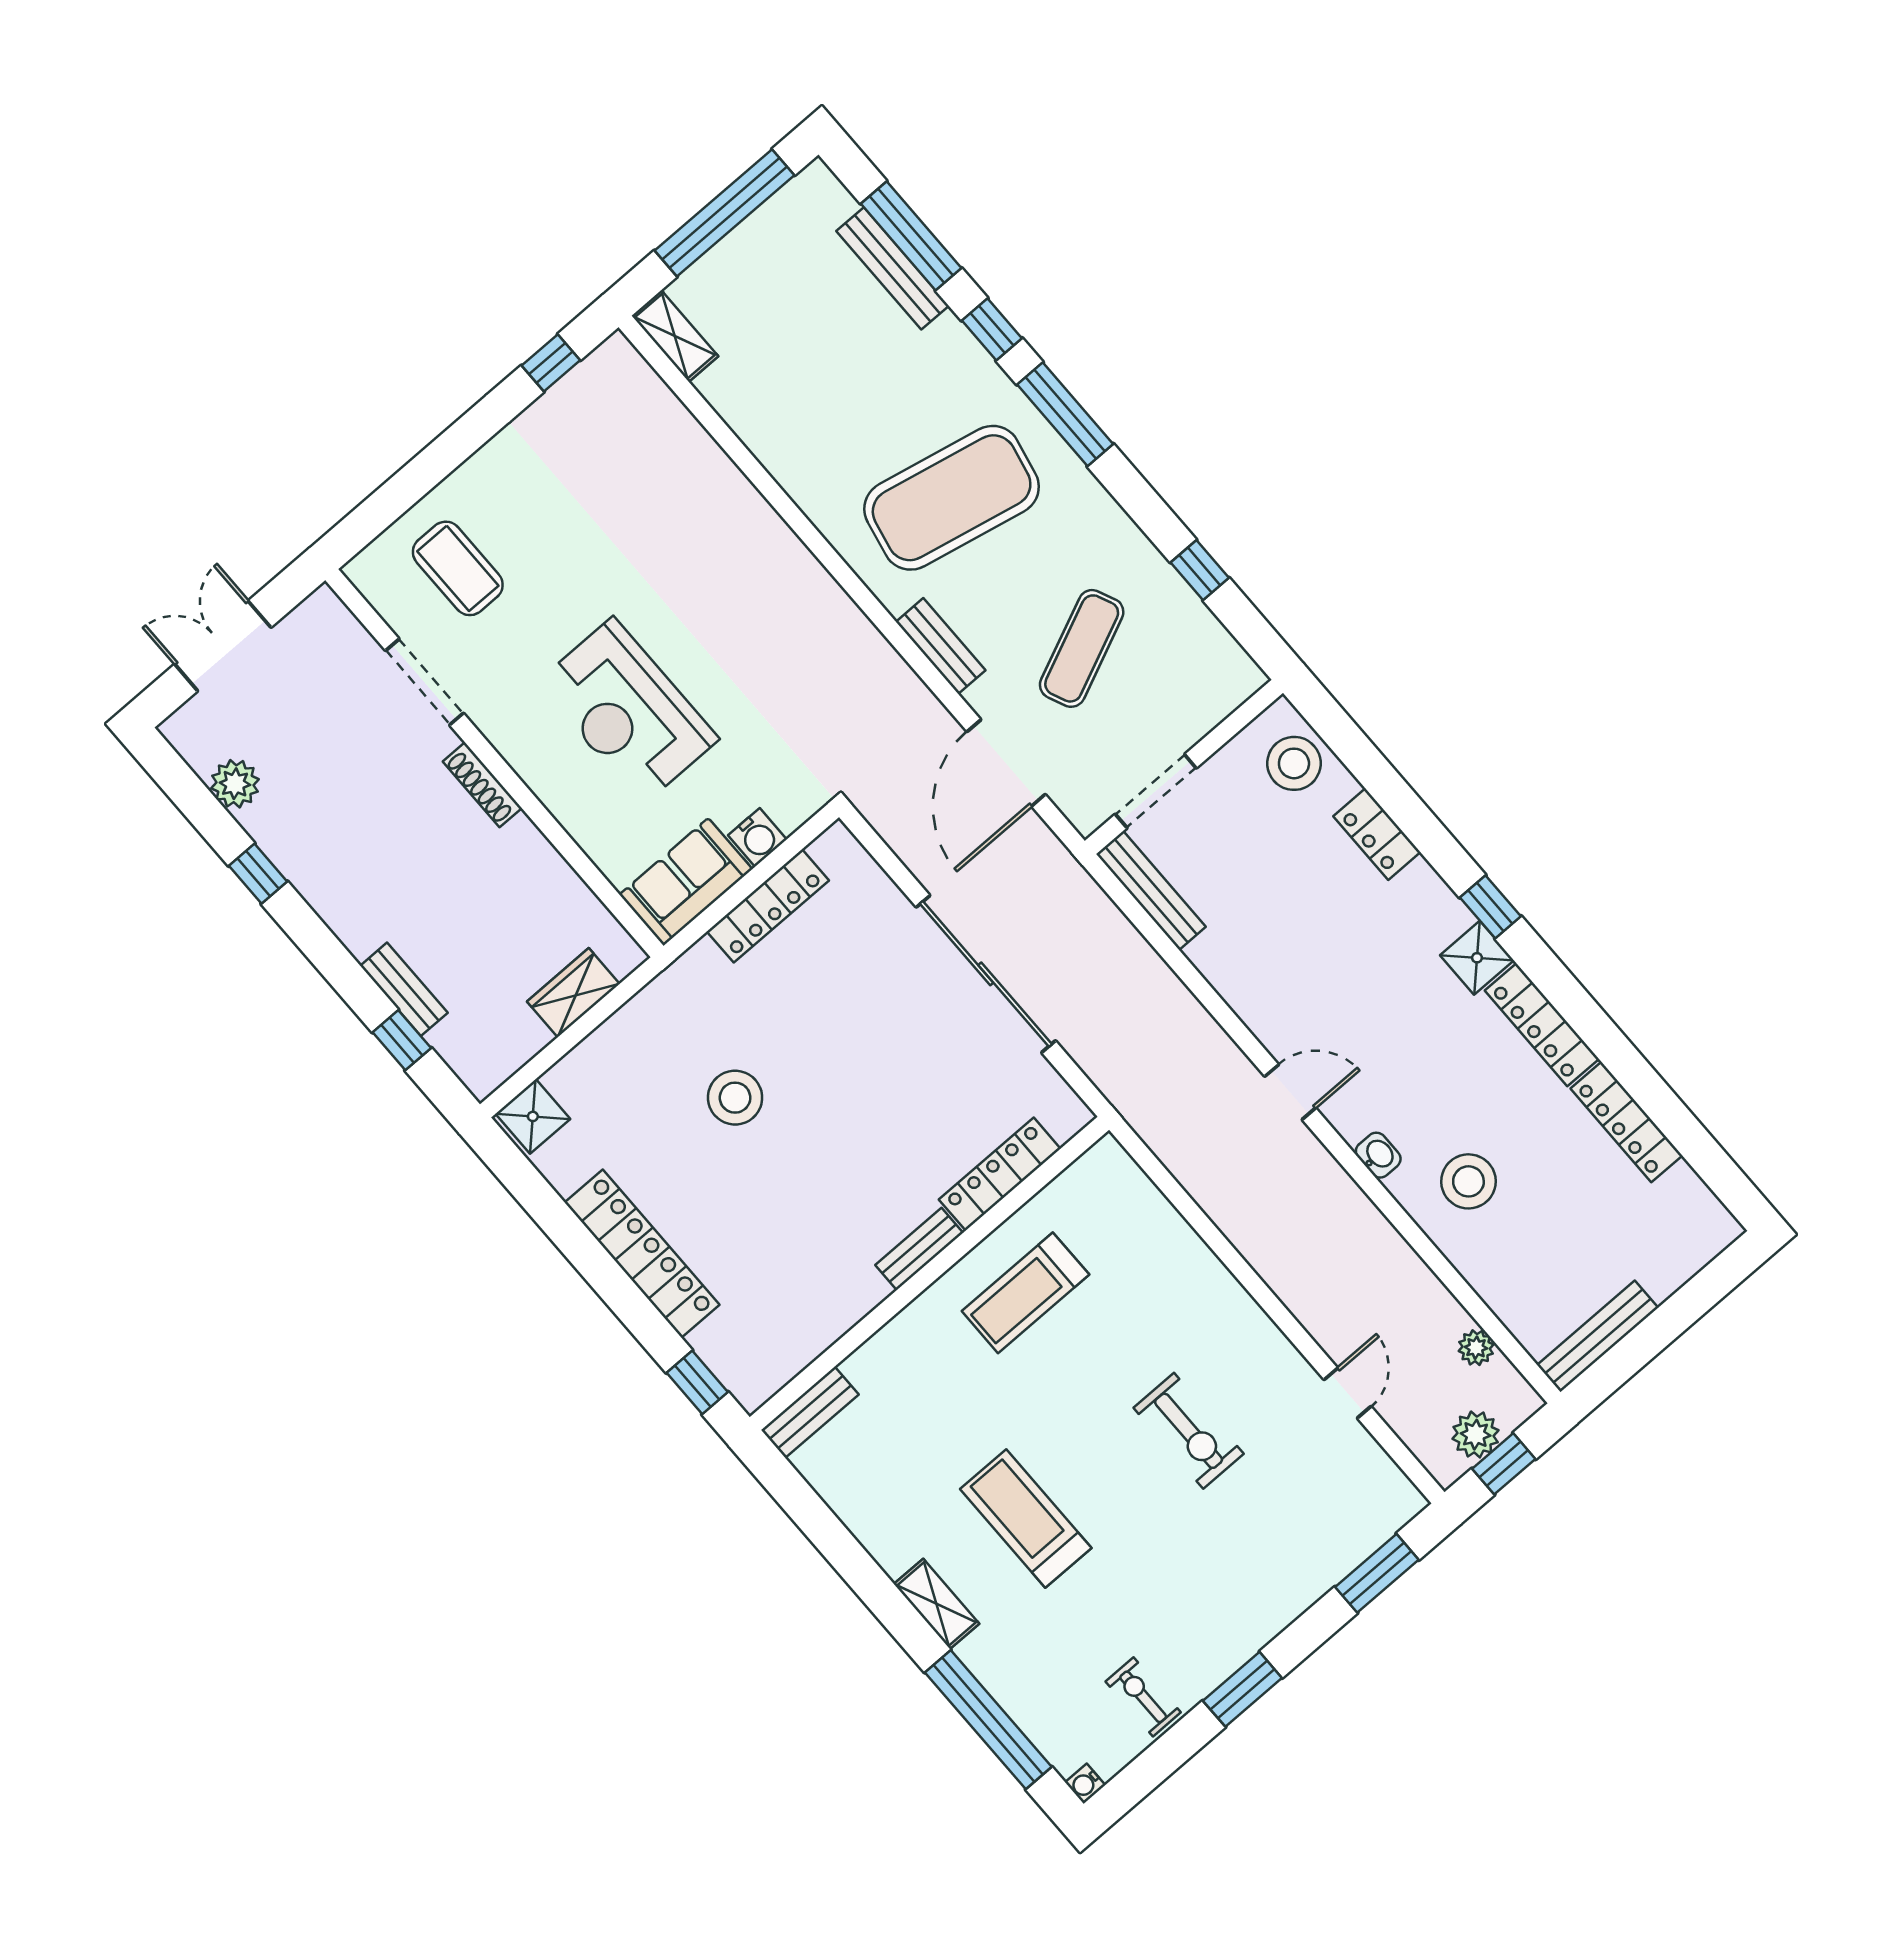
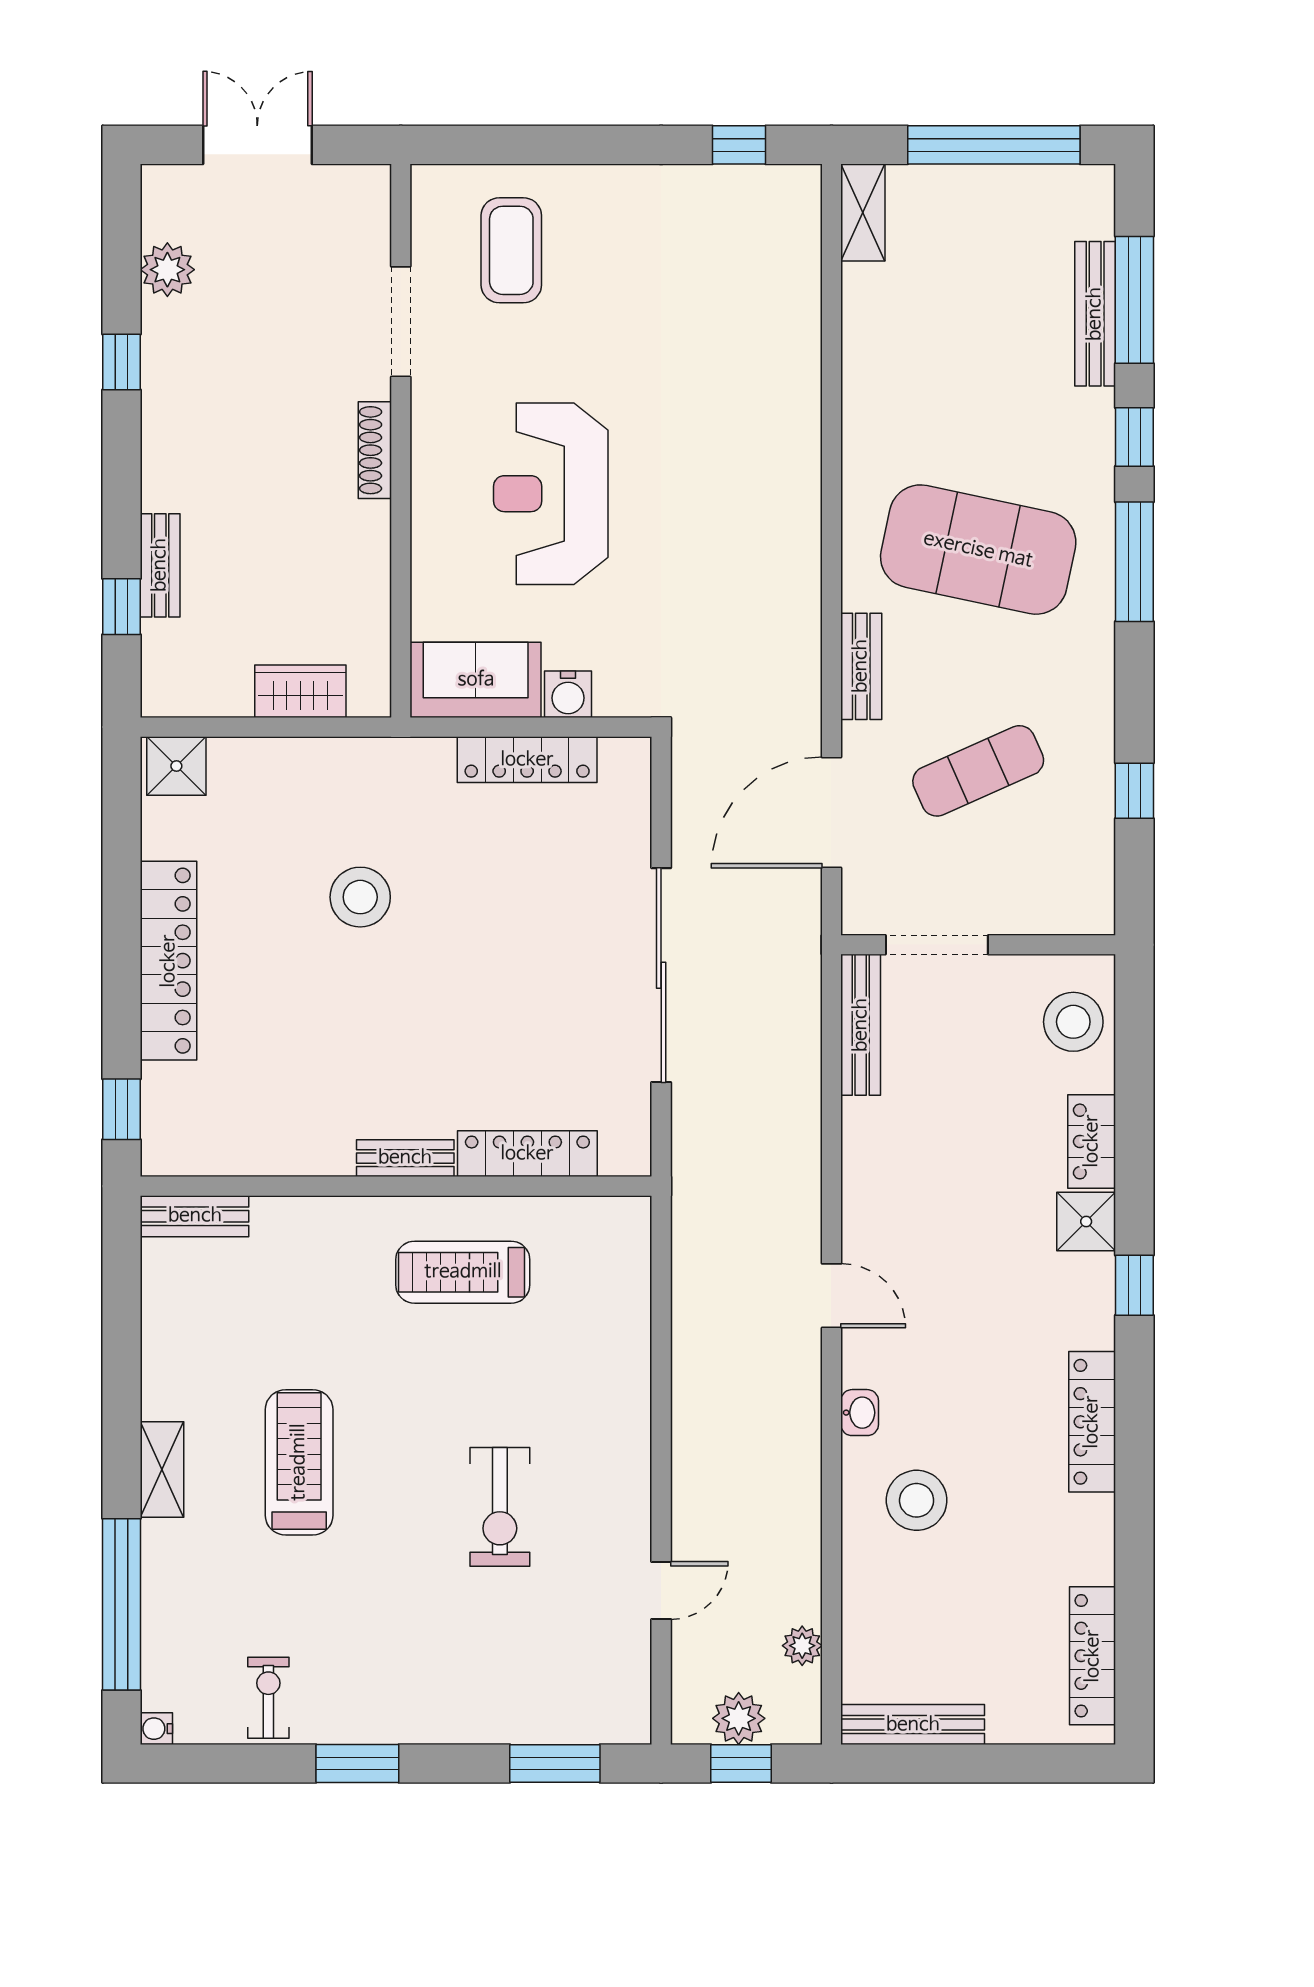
shower: (1477, 958) -> (1086, 1222), moved
locker: (1626, 1122) -> (1093, 1656), moved

